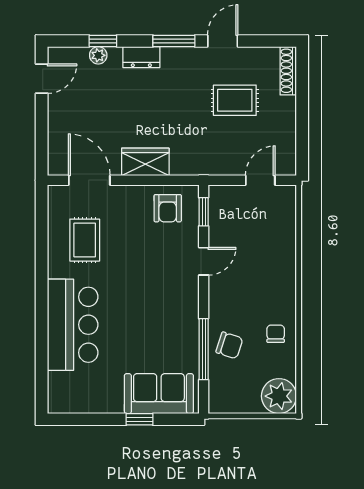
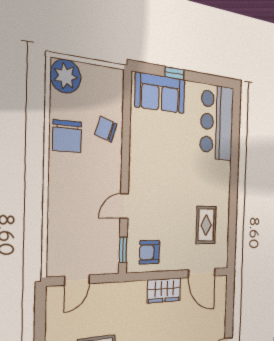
armchair: (168, 208) -> (149, 252), turned -90
bar counter: (73, 325) -> (217, 123), moved
chair: (276, 334) -> (67, 136), width x1.87, depth x1.87
window: (204, 349) -> (126, 128), removed

